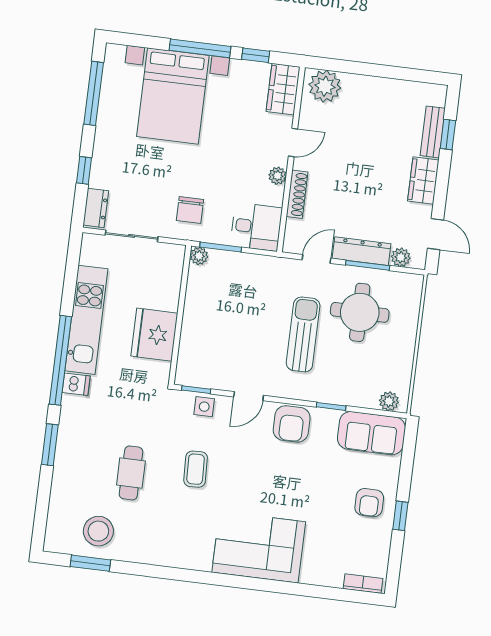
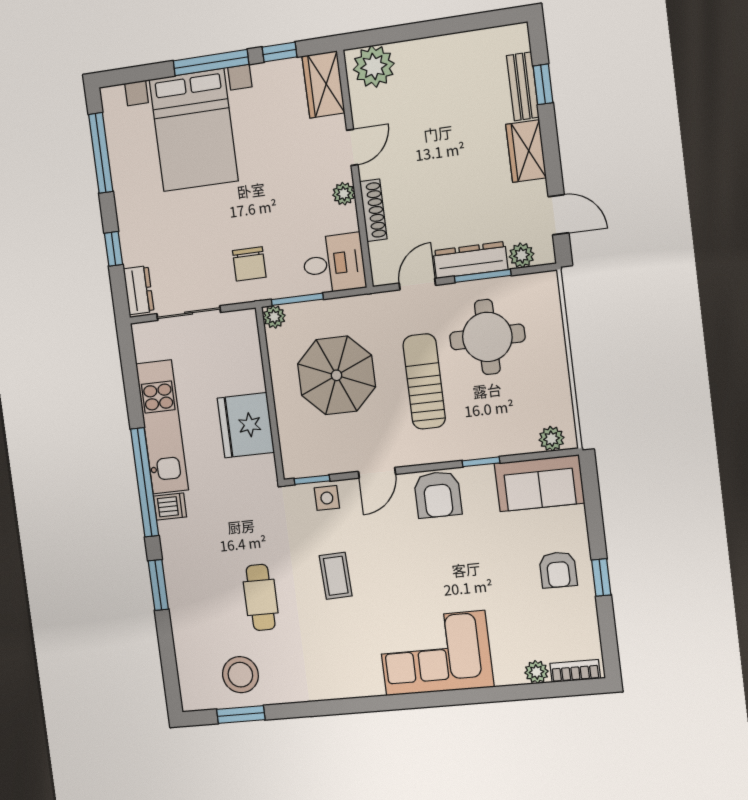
parasol: (236, 313) -> (336, 375), added
plant: (333, 578) -> (536, 672), added

